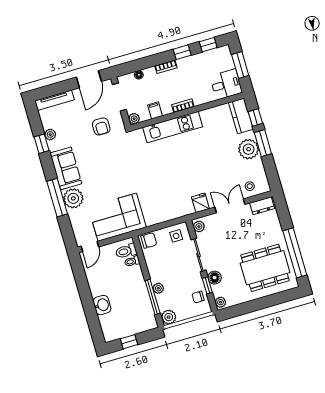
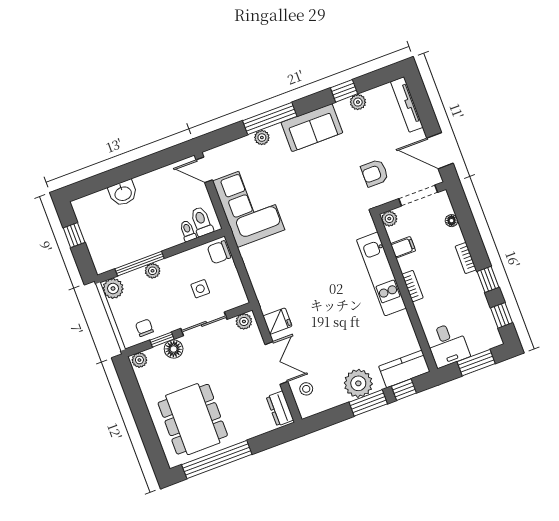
plant: (73, 198) -> (262, 138), width x0.53, depth x0.53
side table: (176, 236) -> (200, 289), moved
chair: (149, 240) -> (219, 252), turned 90

